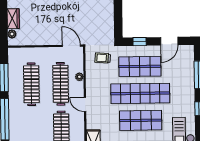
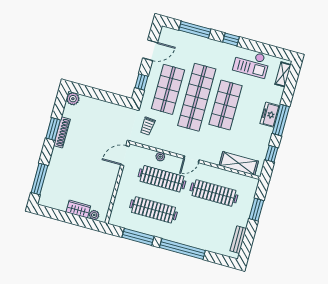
door: (169, 41) -> (150, 50), hinge flipped

